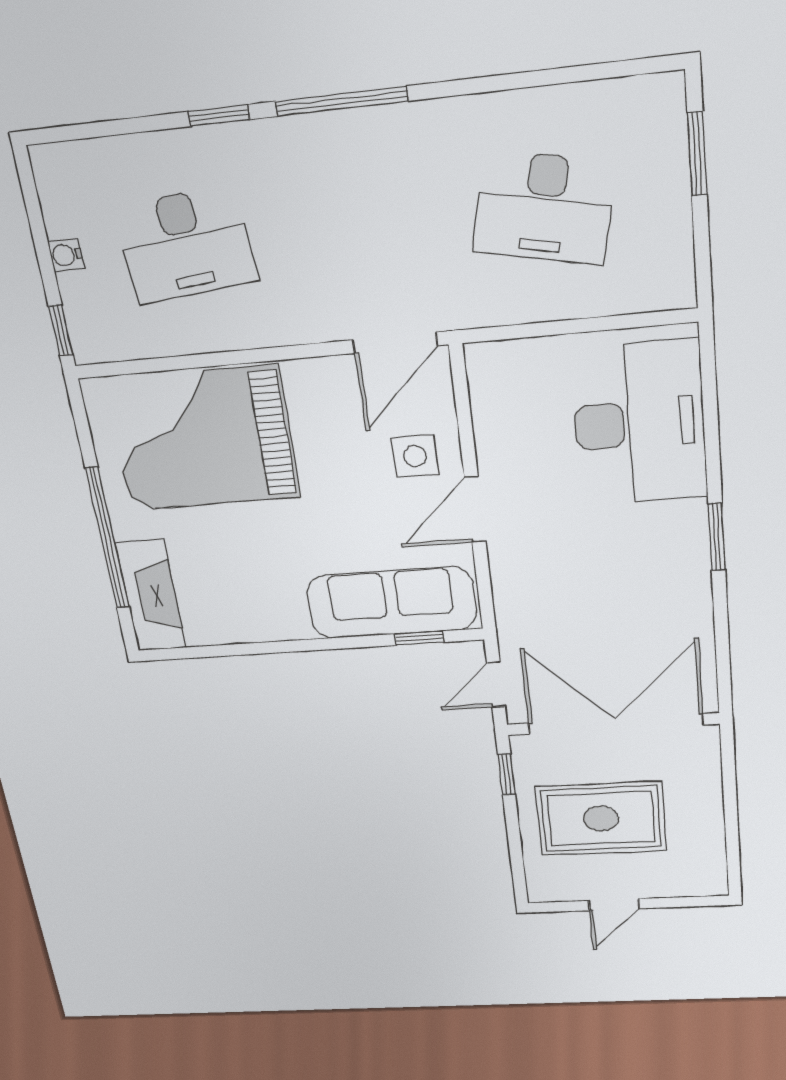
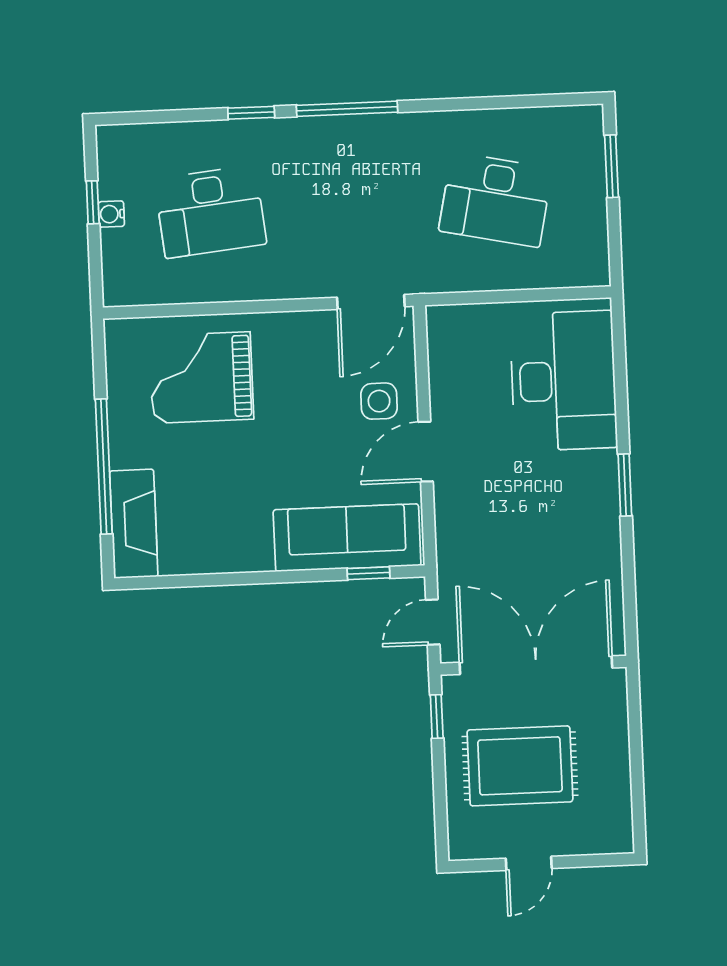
window: (61, 330) -> (93, 202), moved
grand piano: (203, 439) -> (201, 378), width x0.73, depth x0.68

